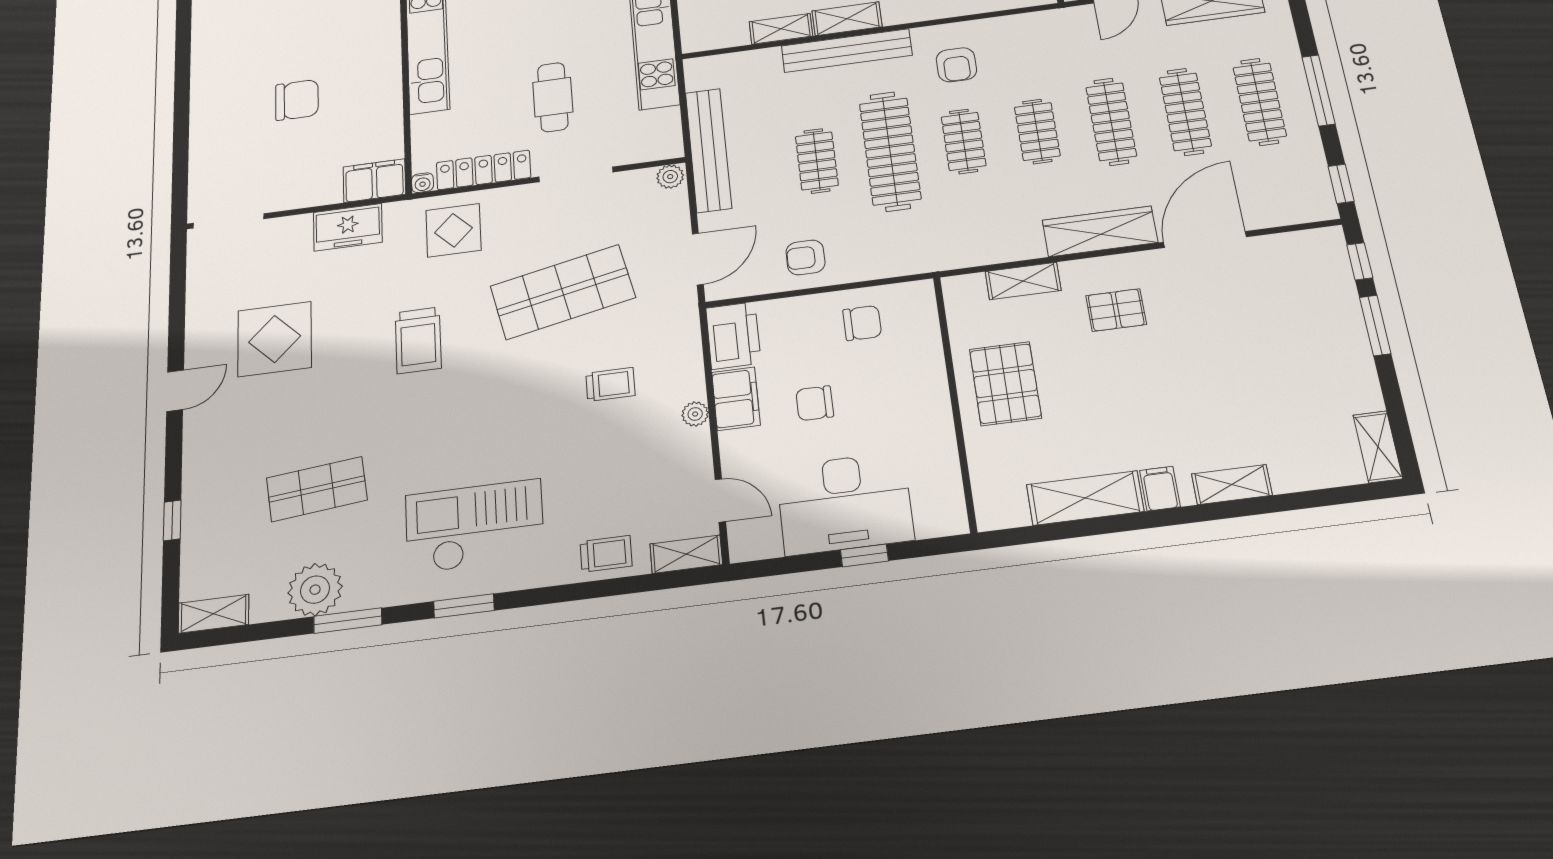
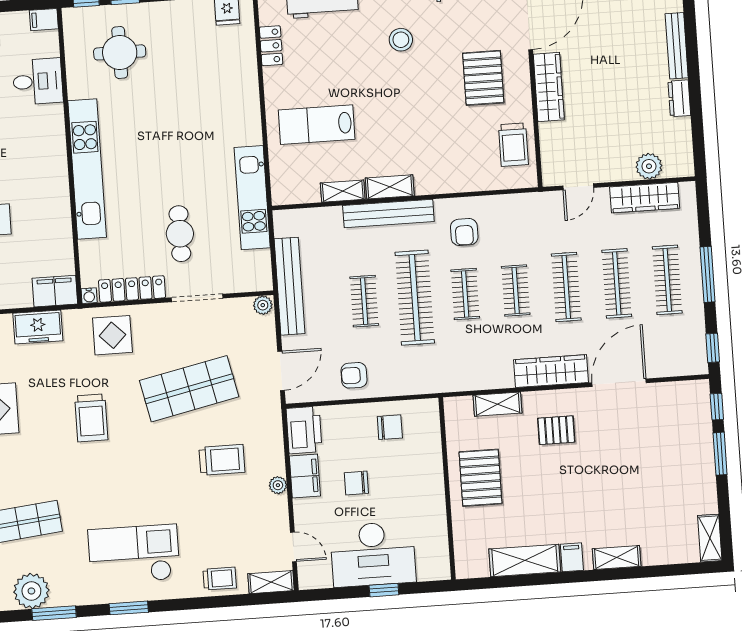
trolley: (610, 384) -> (222, 460), width x1.36, depth x1.39

